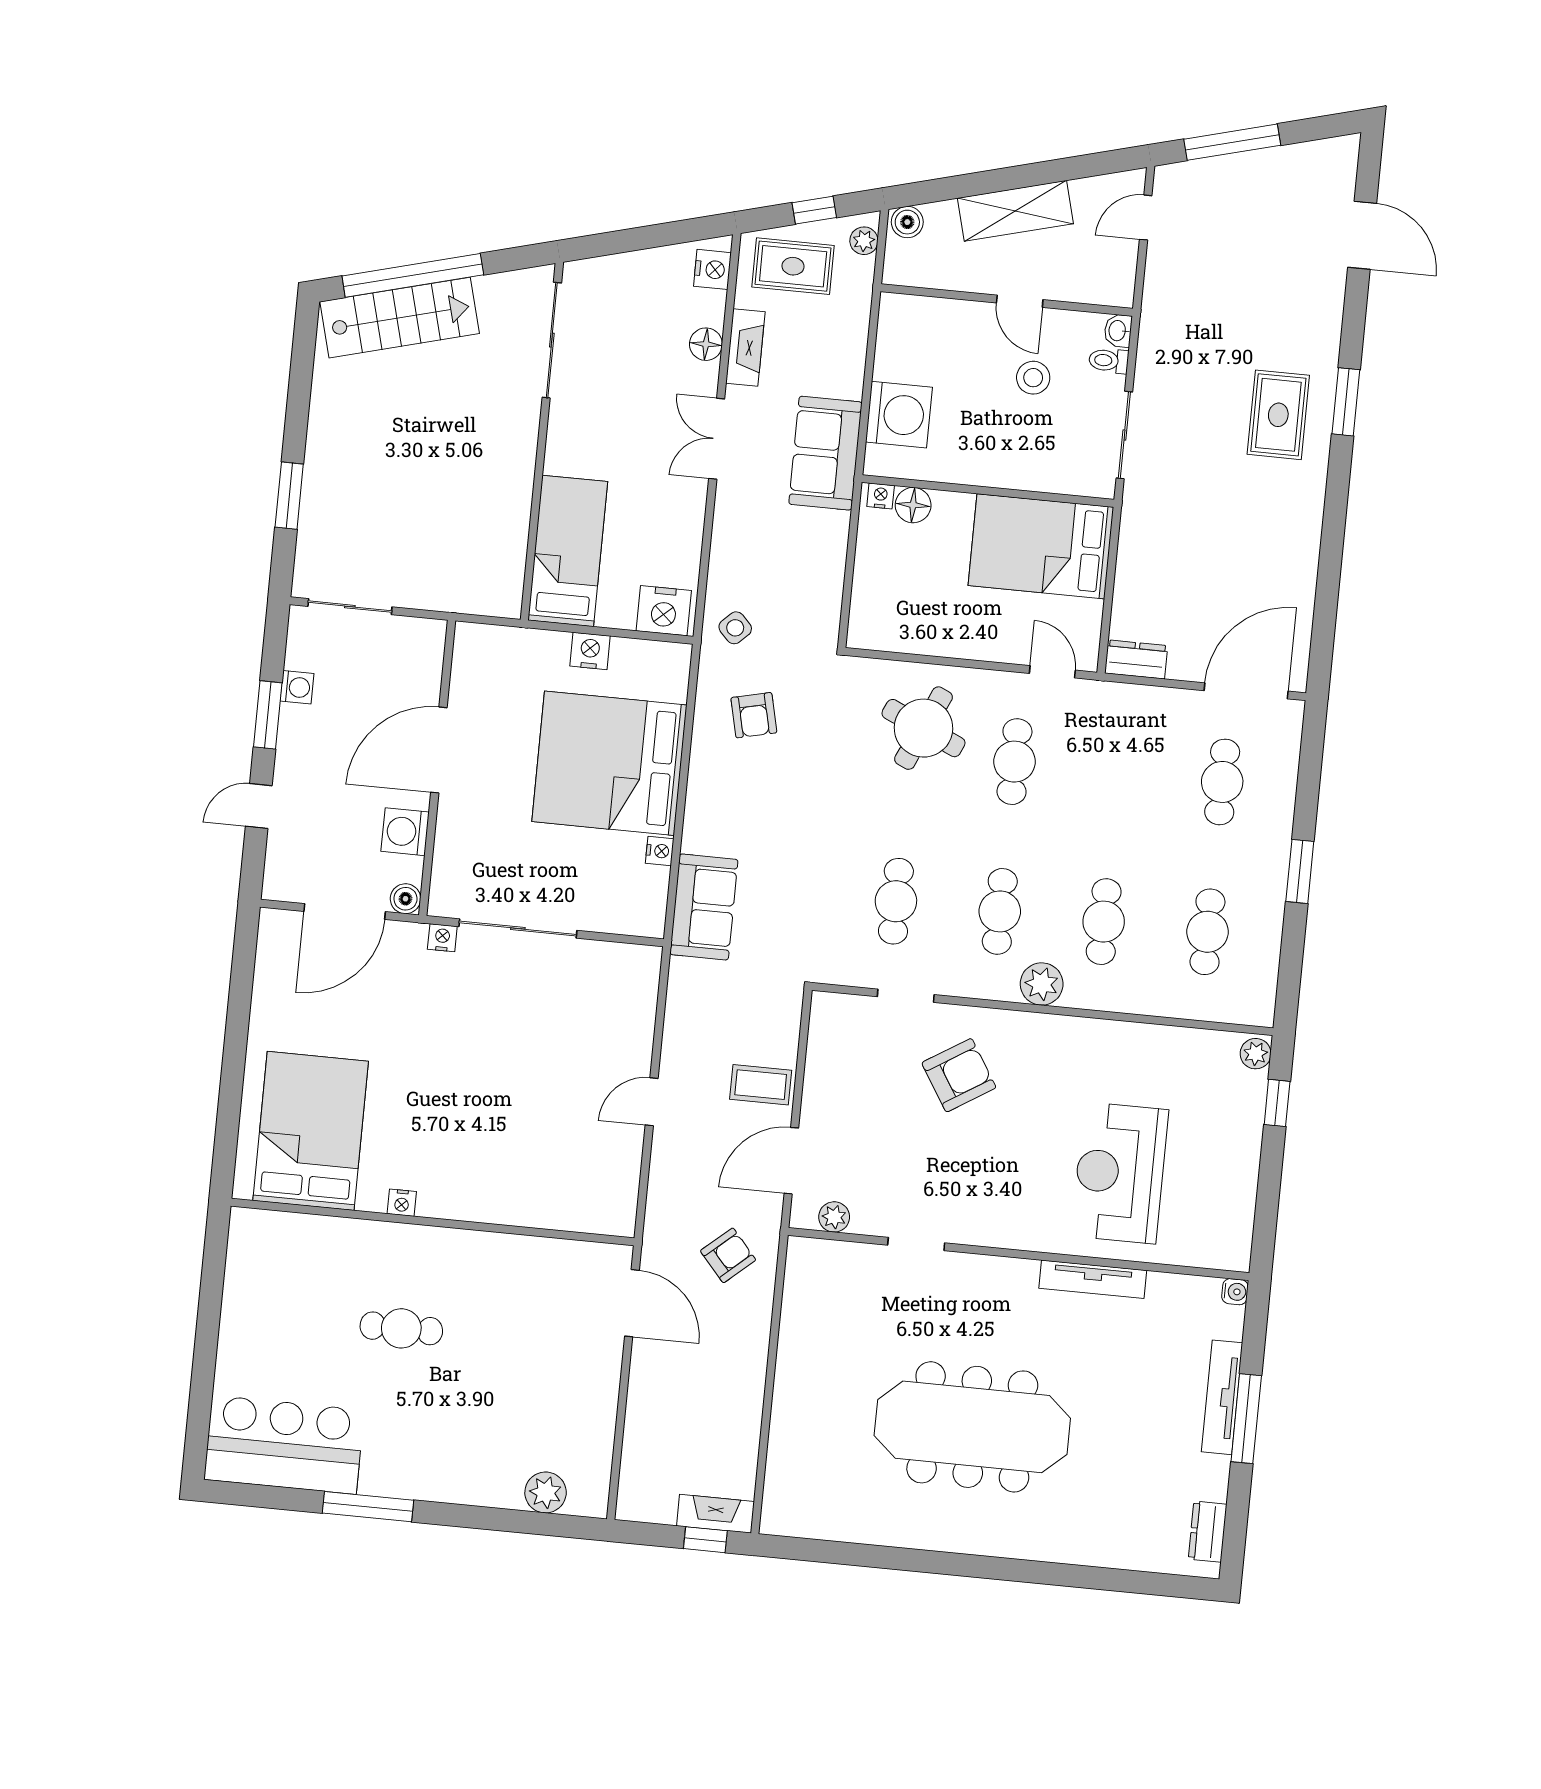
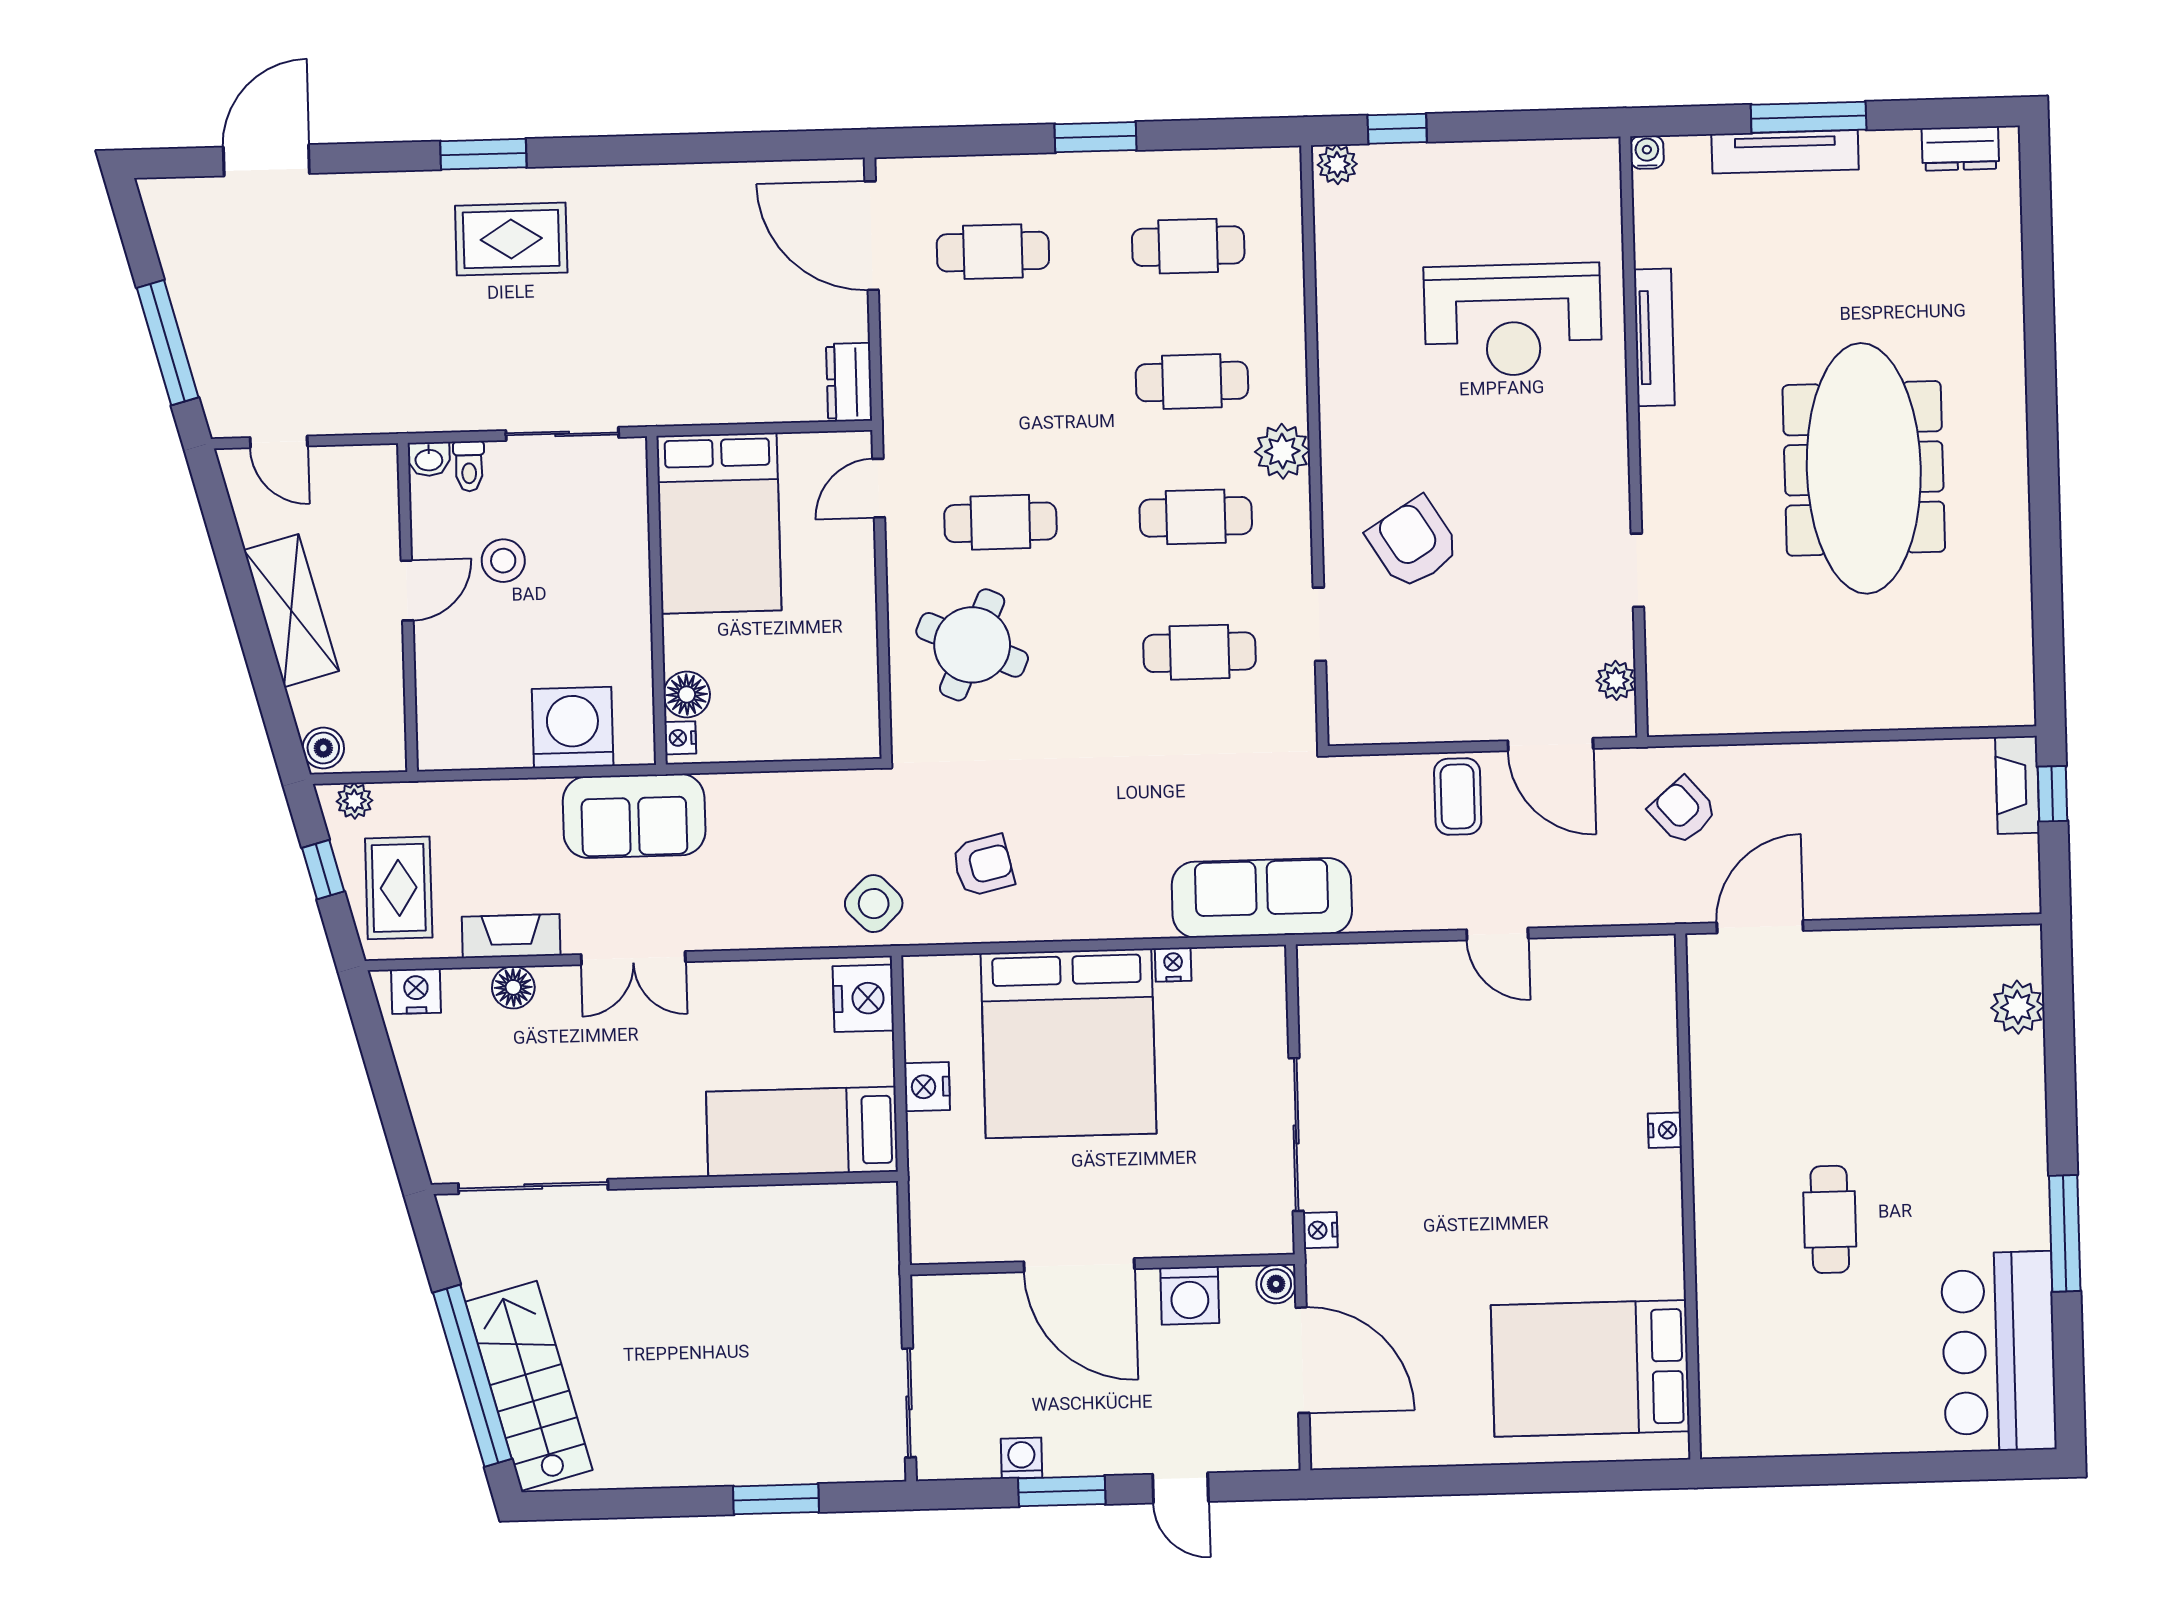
side table: (735, 628) -> (874, 904), width x1.37, depth x1.37
sofa: (704, 907) -> (1262, 898), width x1.36
nightstand: (402, 1203) -> (1665, 1130), moved

